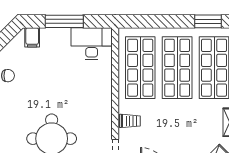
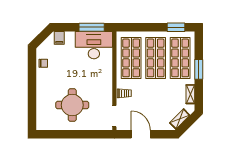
window: (64, 21) -> (92, 27), moved
desk: (92, 44) -> (94, 45), width x1.36, depth x1.30

